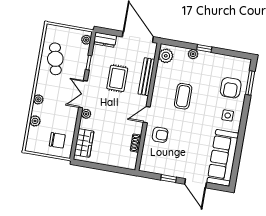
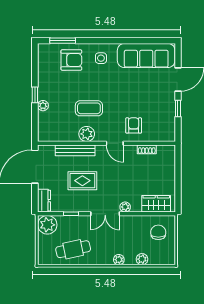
plant: (86, 40) -> (47, 225), width x1.88, depth x1.88
plant: (166, 56) -> (87, 134), moved

